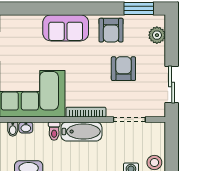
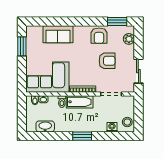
sofa: (66, 28) -> (58, 34), moved
armchair: (123, 69) -> (107, 61), turned 90

